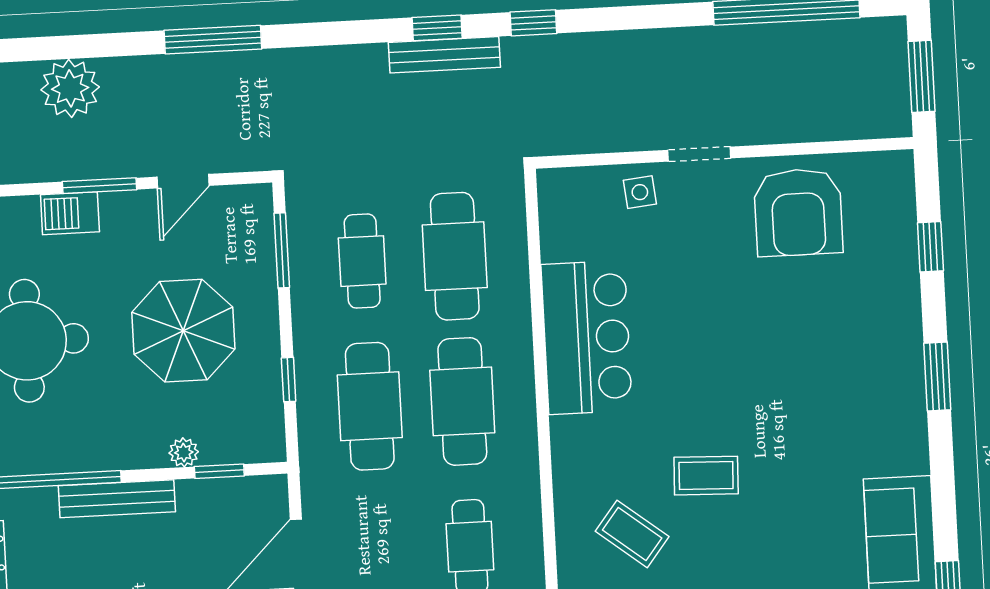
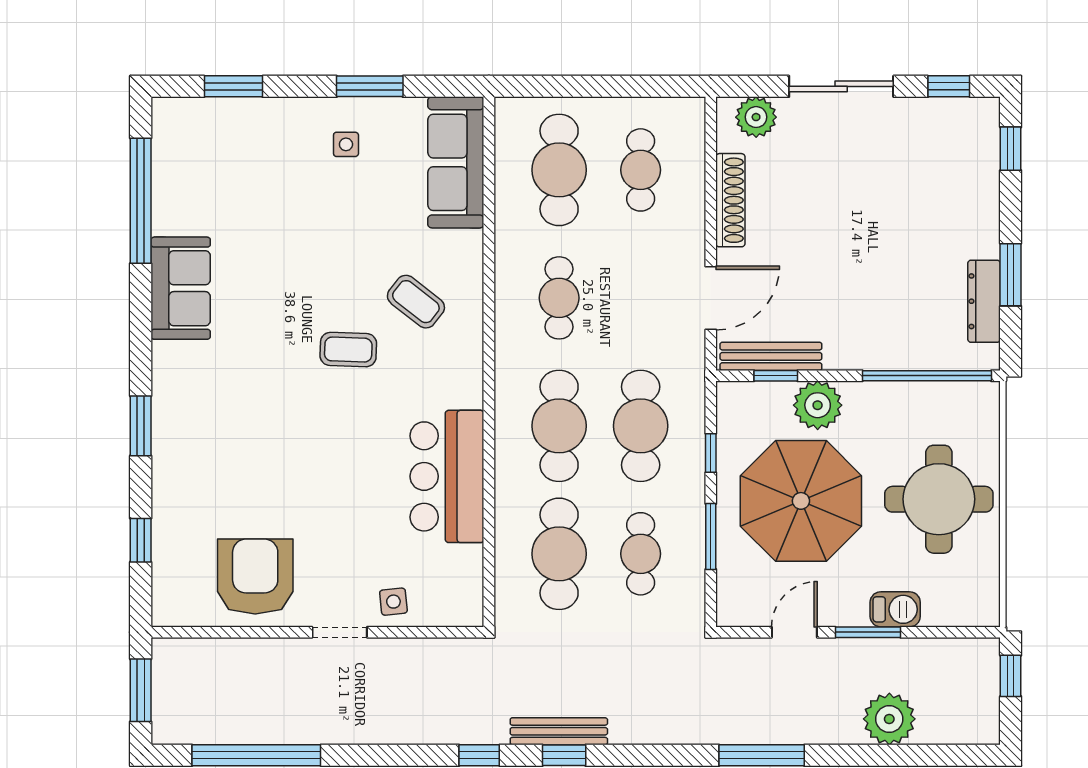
window: (282, 250) -> (711, 537), moved
parasol: (183, 331) -> (801, 501), width x1.36, depth x1.36
plant: (184, 452) -> (818, 405), width x1.87, depth x1.87
bench: (117, 499) -> (771, 356), moved

